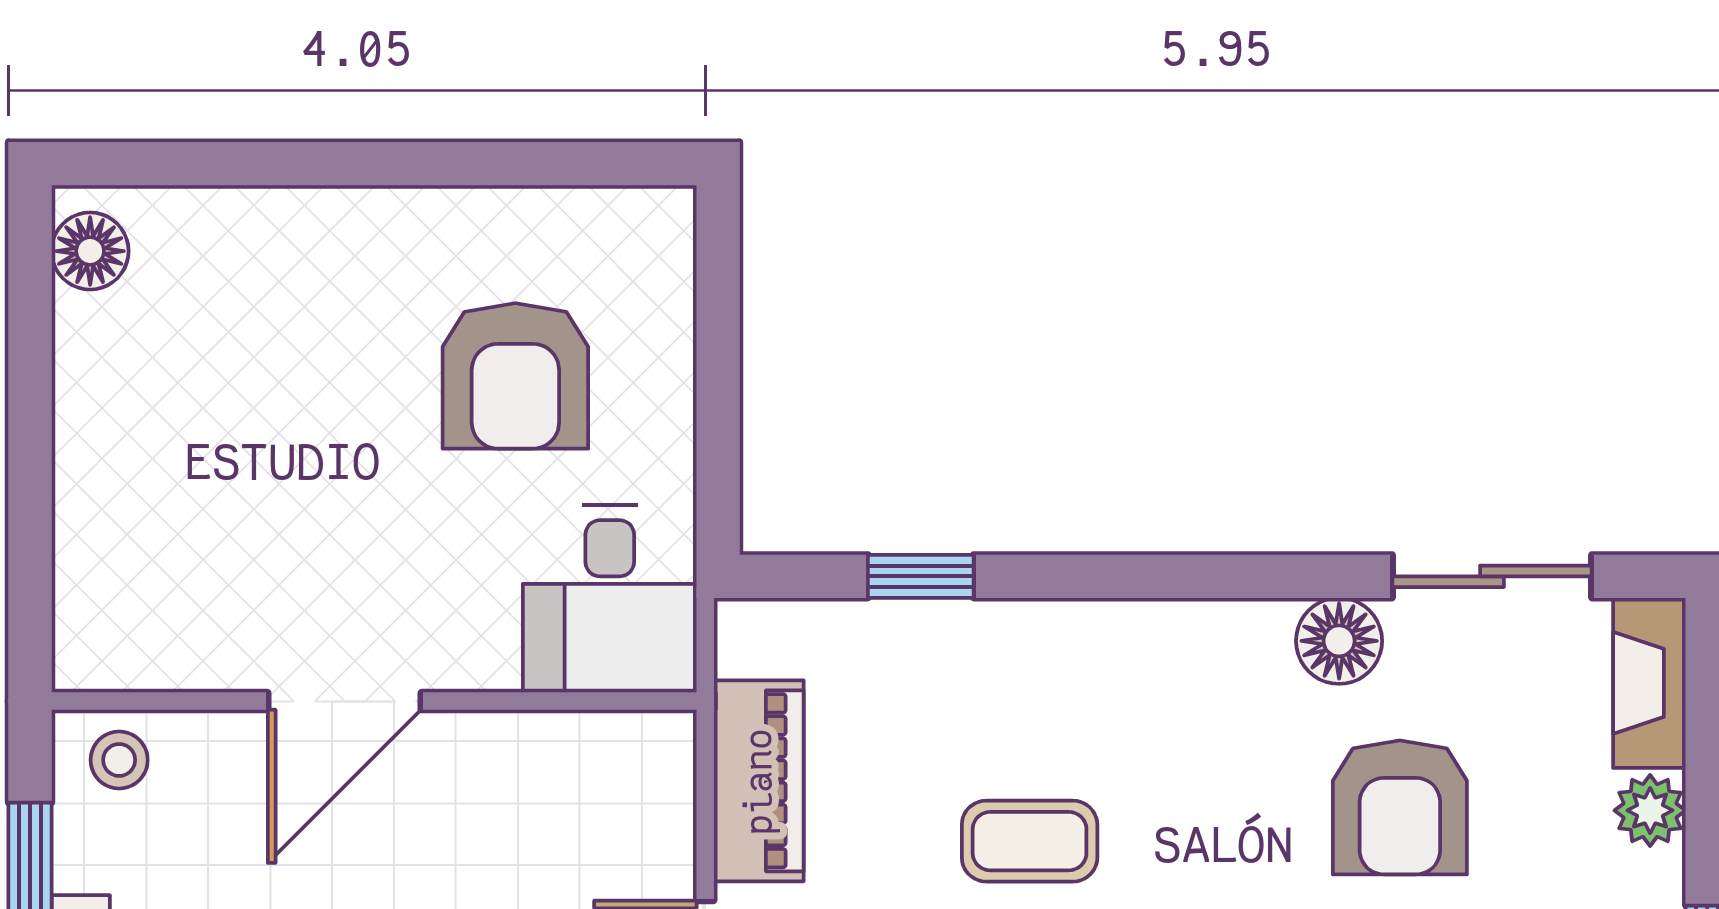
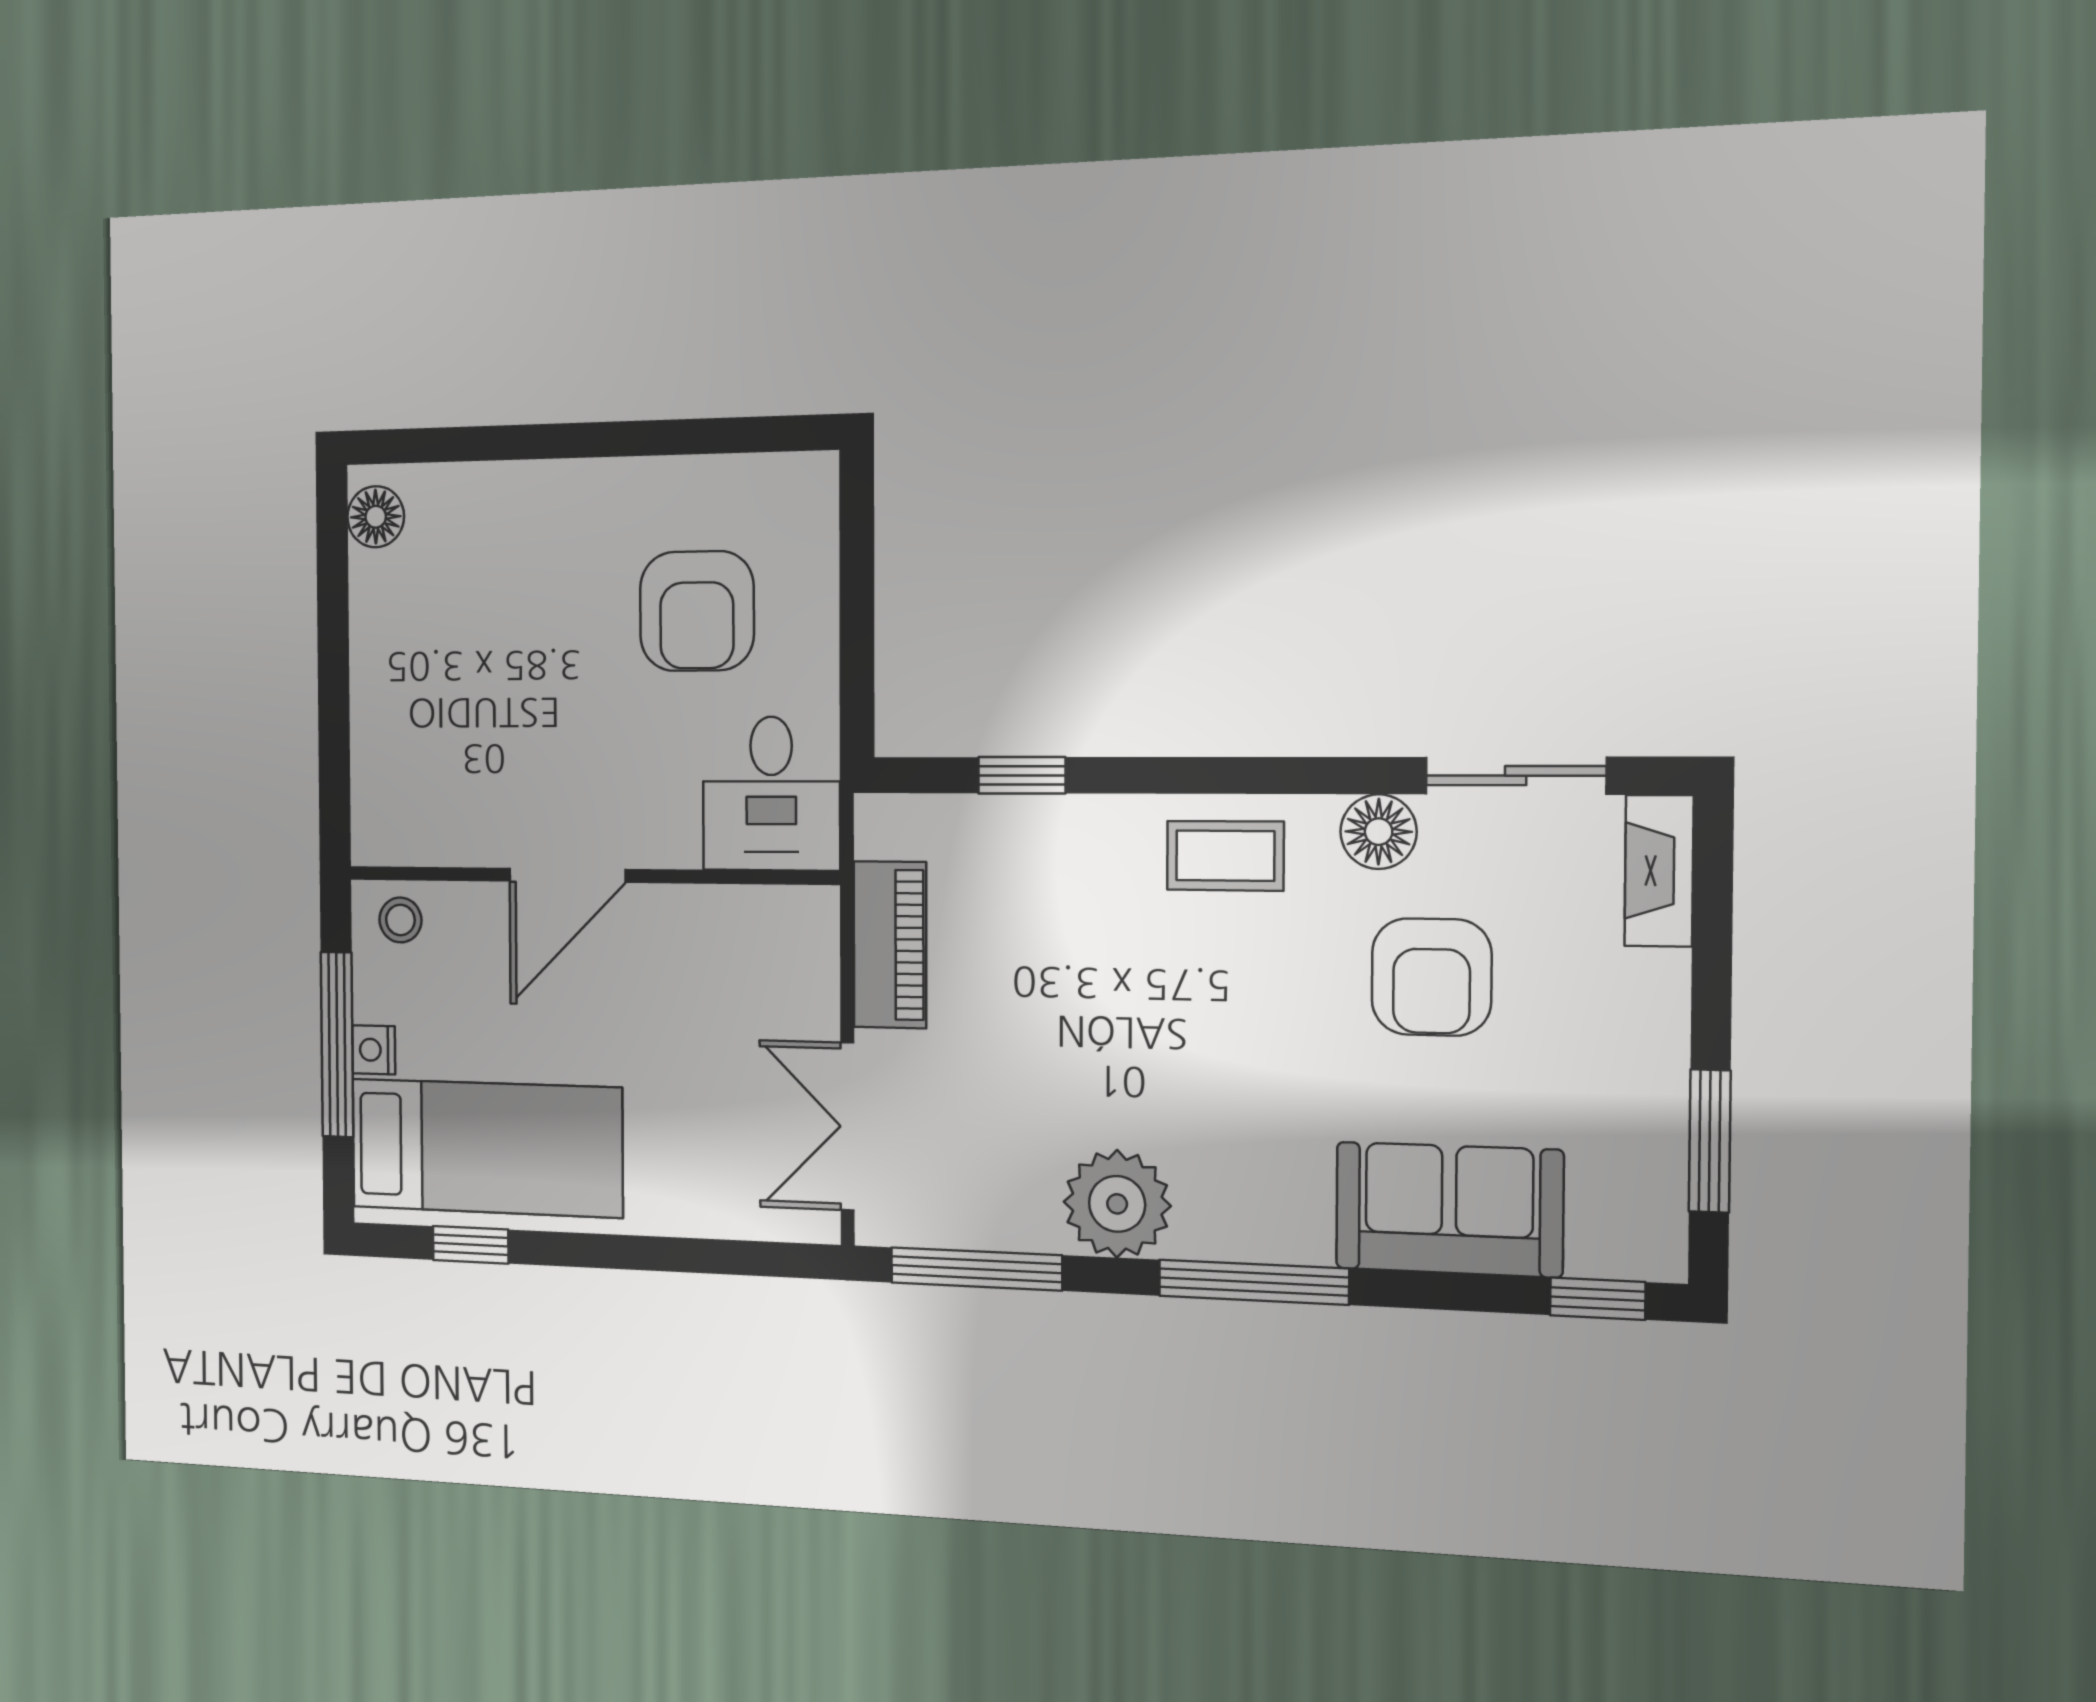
plant: (1650, 810) -> (1658, 984), removed
coffee table: (1030, 841) -> (1225, 856), moved

